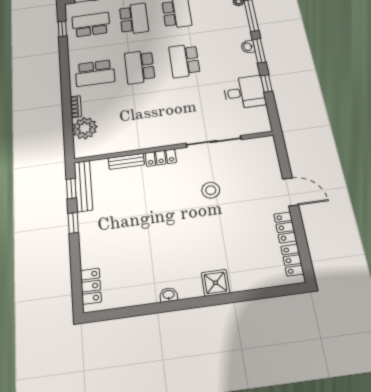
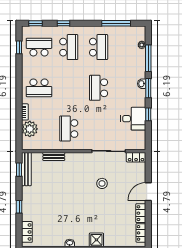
school desk: (140, 67) -> (69, 129), moved
locker: (161, 158) -> (136, 157), moved
door: (291, 192) -> (148, 192), swing flipped
window: (73, 223) -> (19, 207), moved

